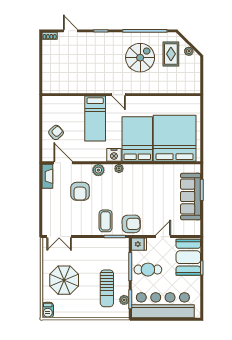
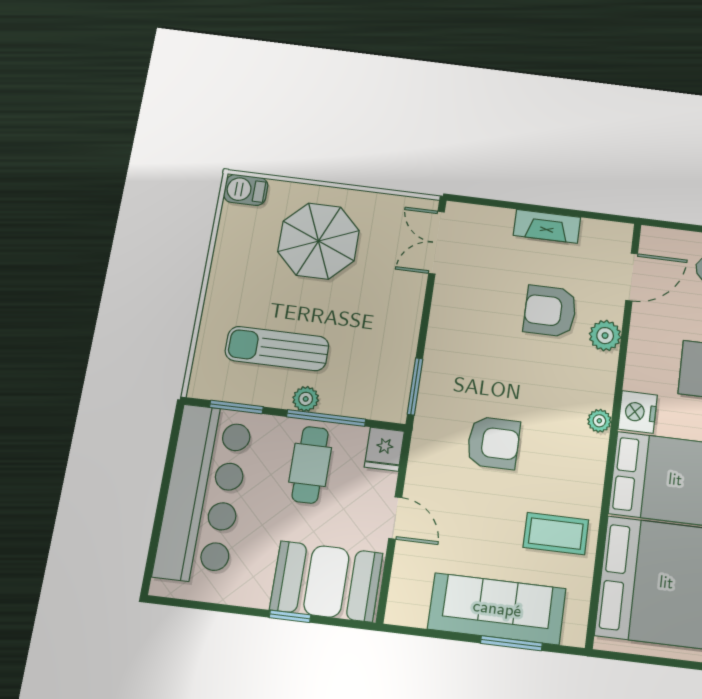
plant: (98, 170) -> (605, 336), moved
fireplace: (47, 176) -> (547, 226), moved
coffee table: (106, 221) -> (556, 534), moved
armchair: (131, 224) -> (493, 443), moved, turned -89
plant: (124, 300) -> (306, 399), moved

